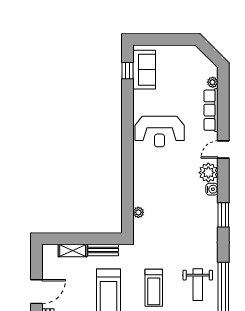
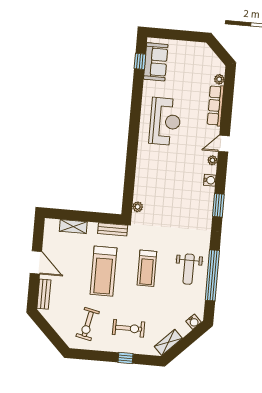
reception desk: (160, 131) -> (165, 121), turned -90
plant: (208, 173) -> (212, 160), width x0.53, depth x0.53
plant: (138, 212) -> (138, 207), moved
bench: (103, 250) -> (113, 229), moved
door: (37, 292) -> (36, 262), hinge flipped

